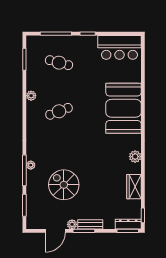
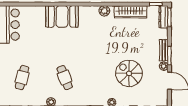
booth: (123, 108) -> (62, 16), width x0.73, depth x0.70
spiral stairs: (64, 185) -> (129, 73), turned 90
wardrobe: (134, 187) -> (131, 12), width x1.50

